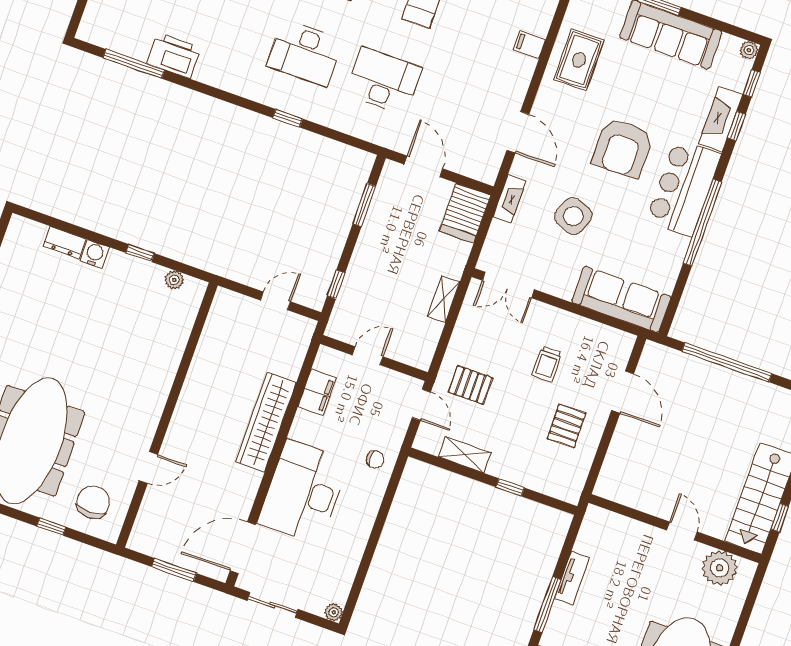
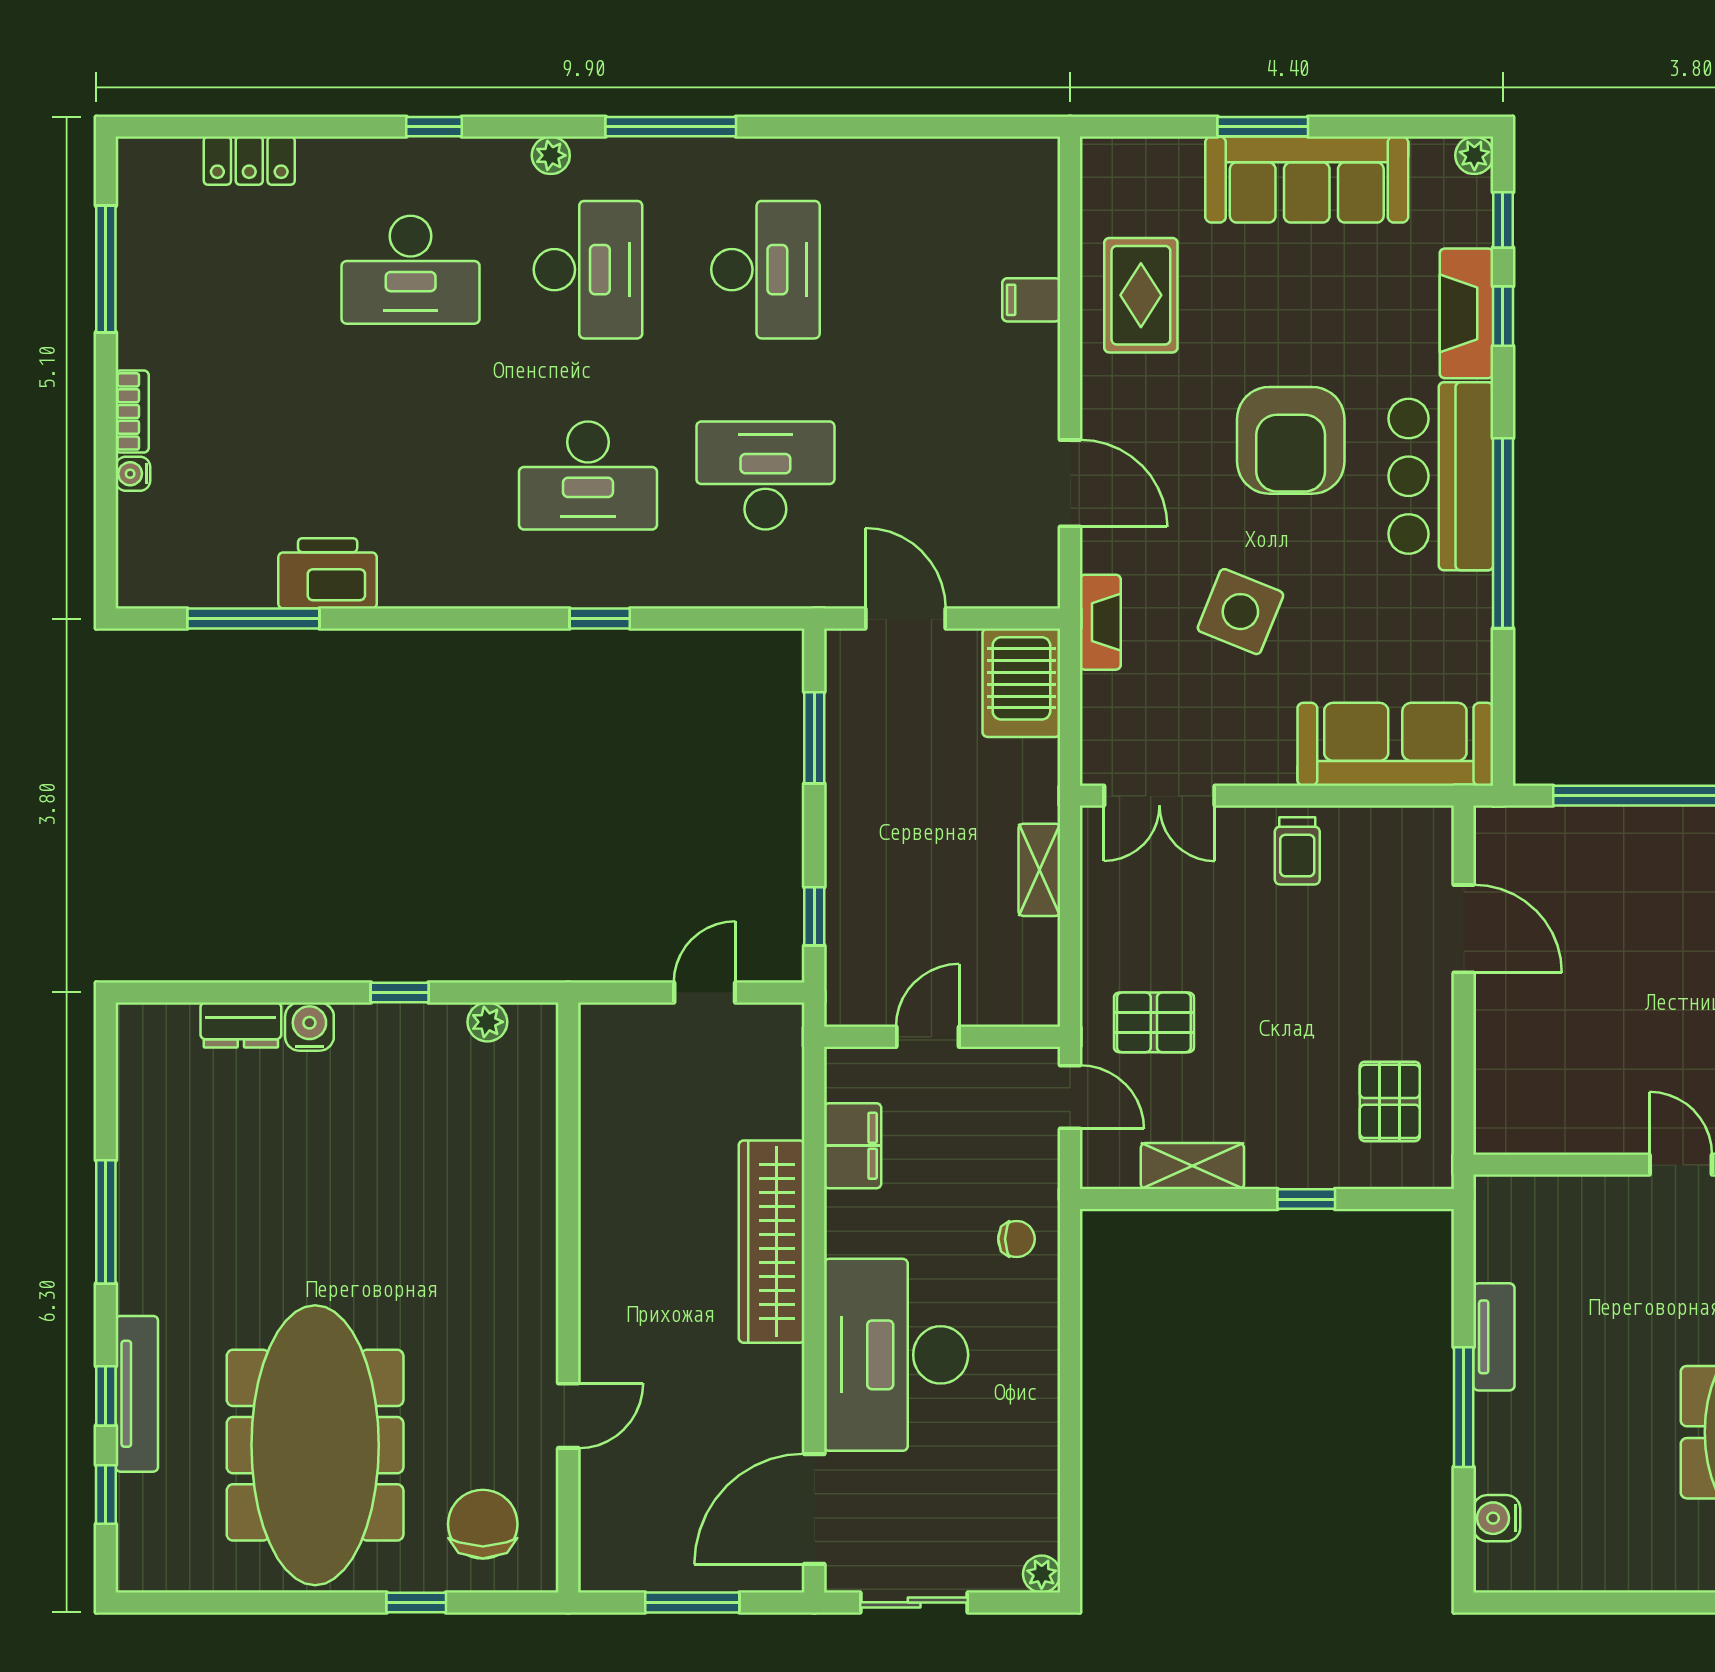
trolley: (547, 364) -> (1297, 851), moved
pallet: (566, 426) -> (1390, 1101), moved

